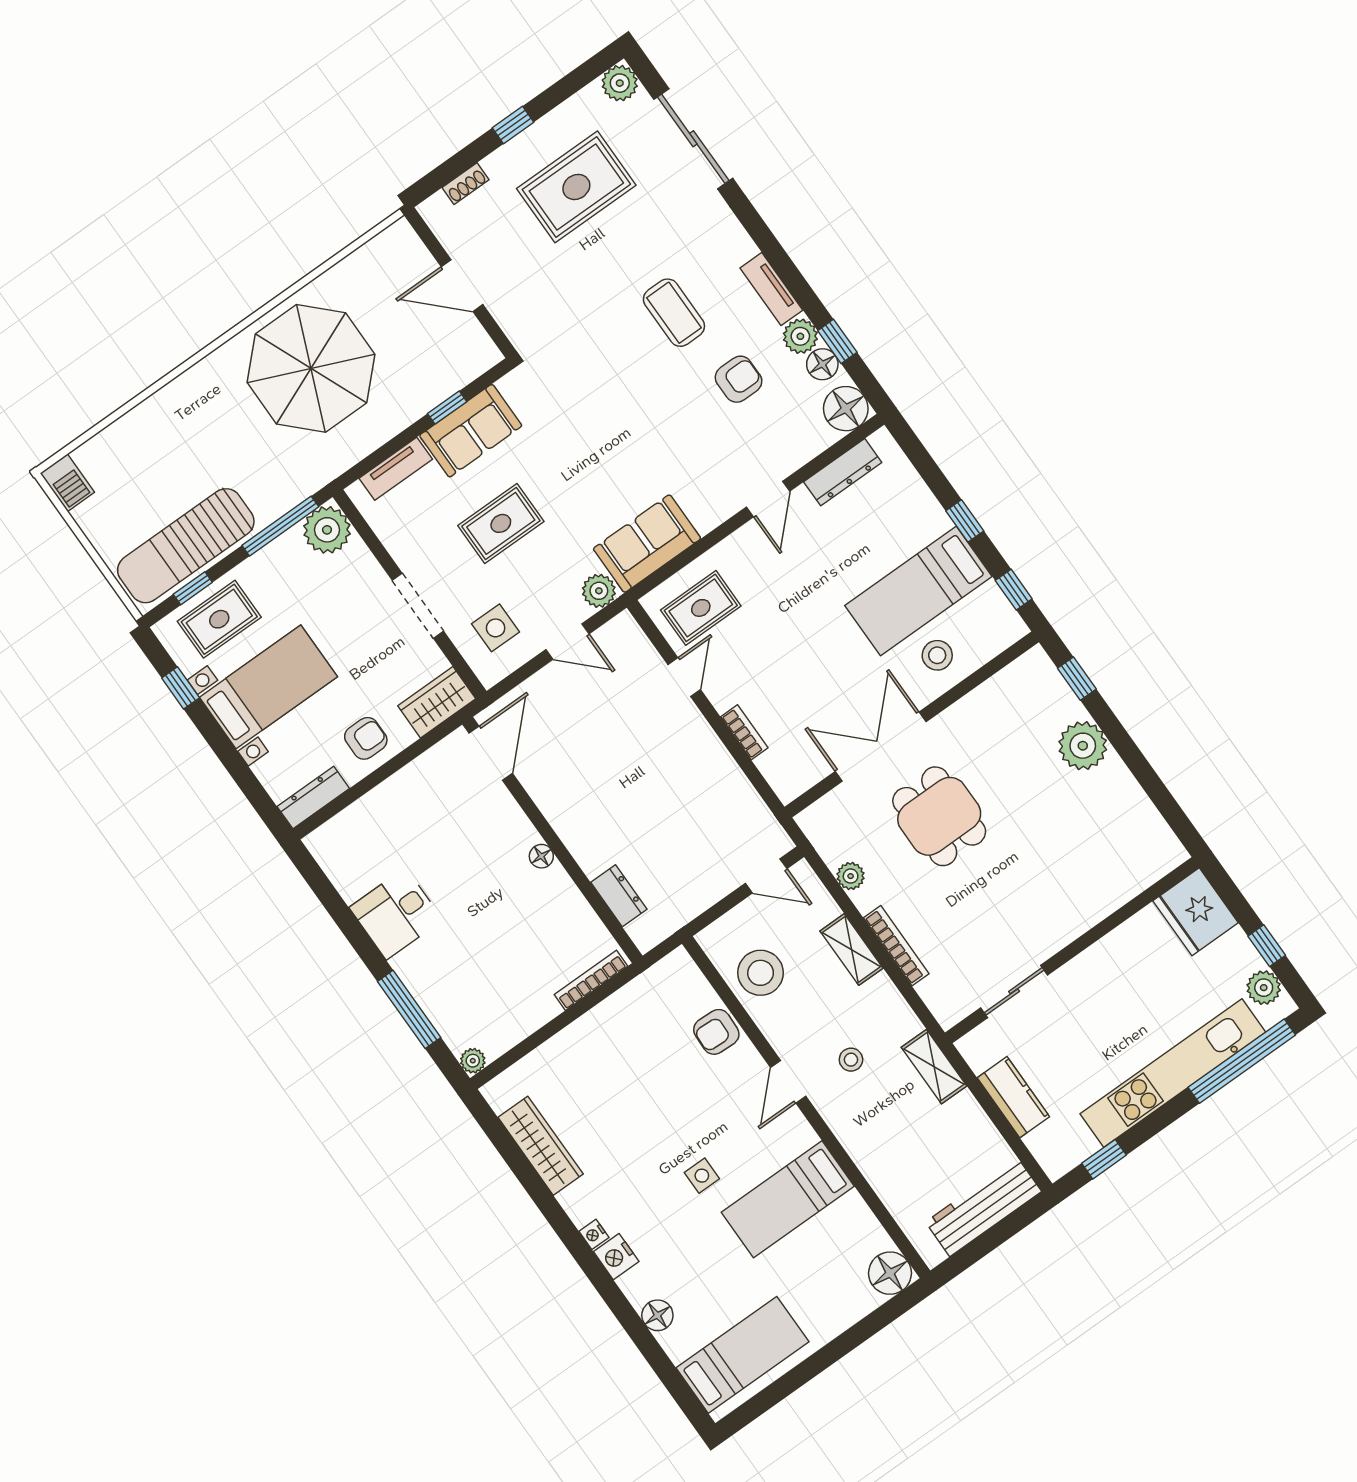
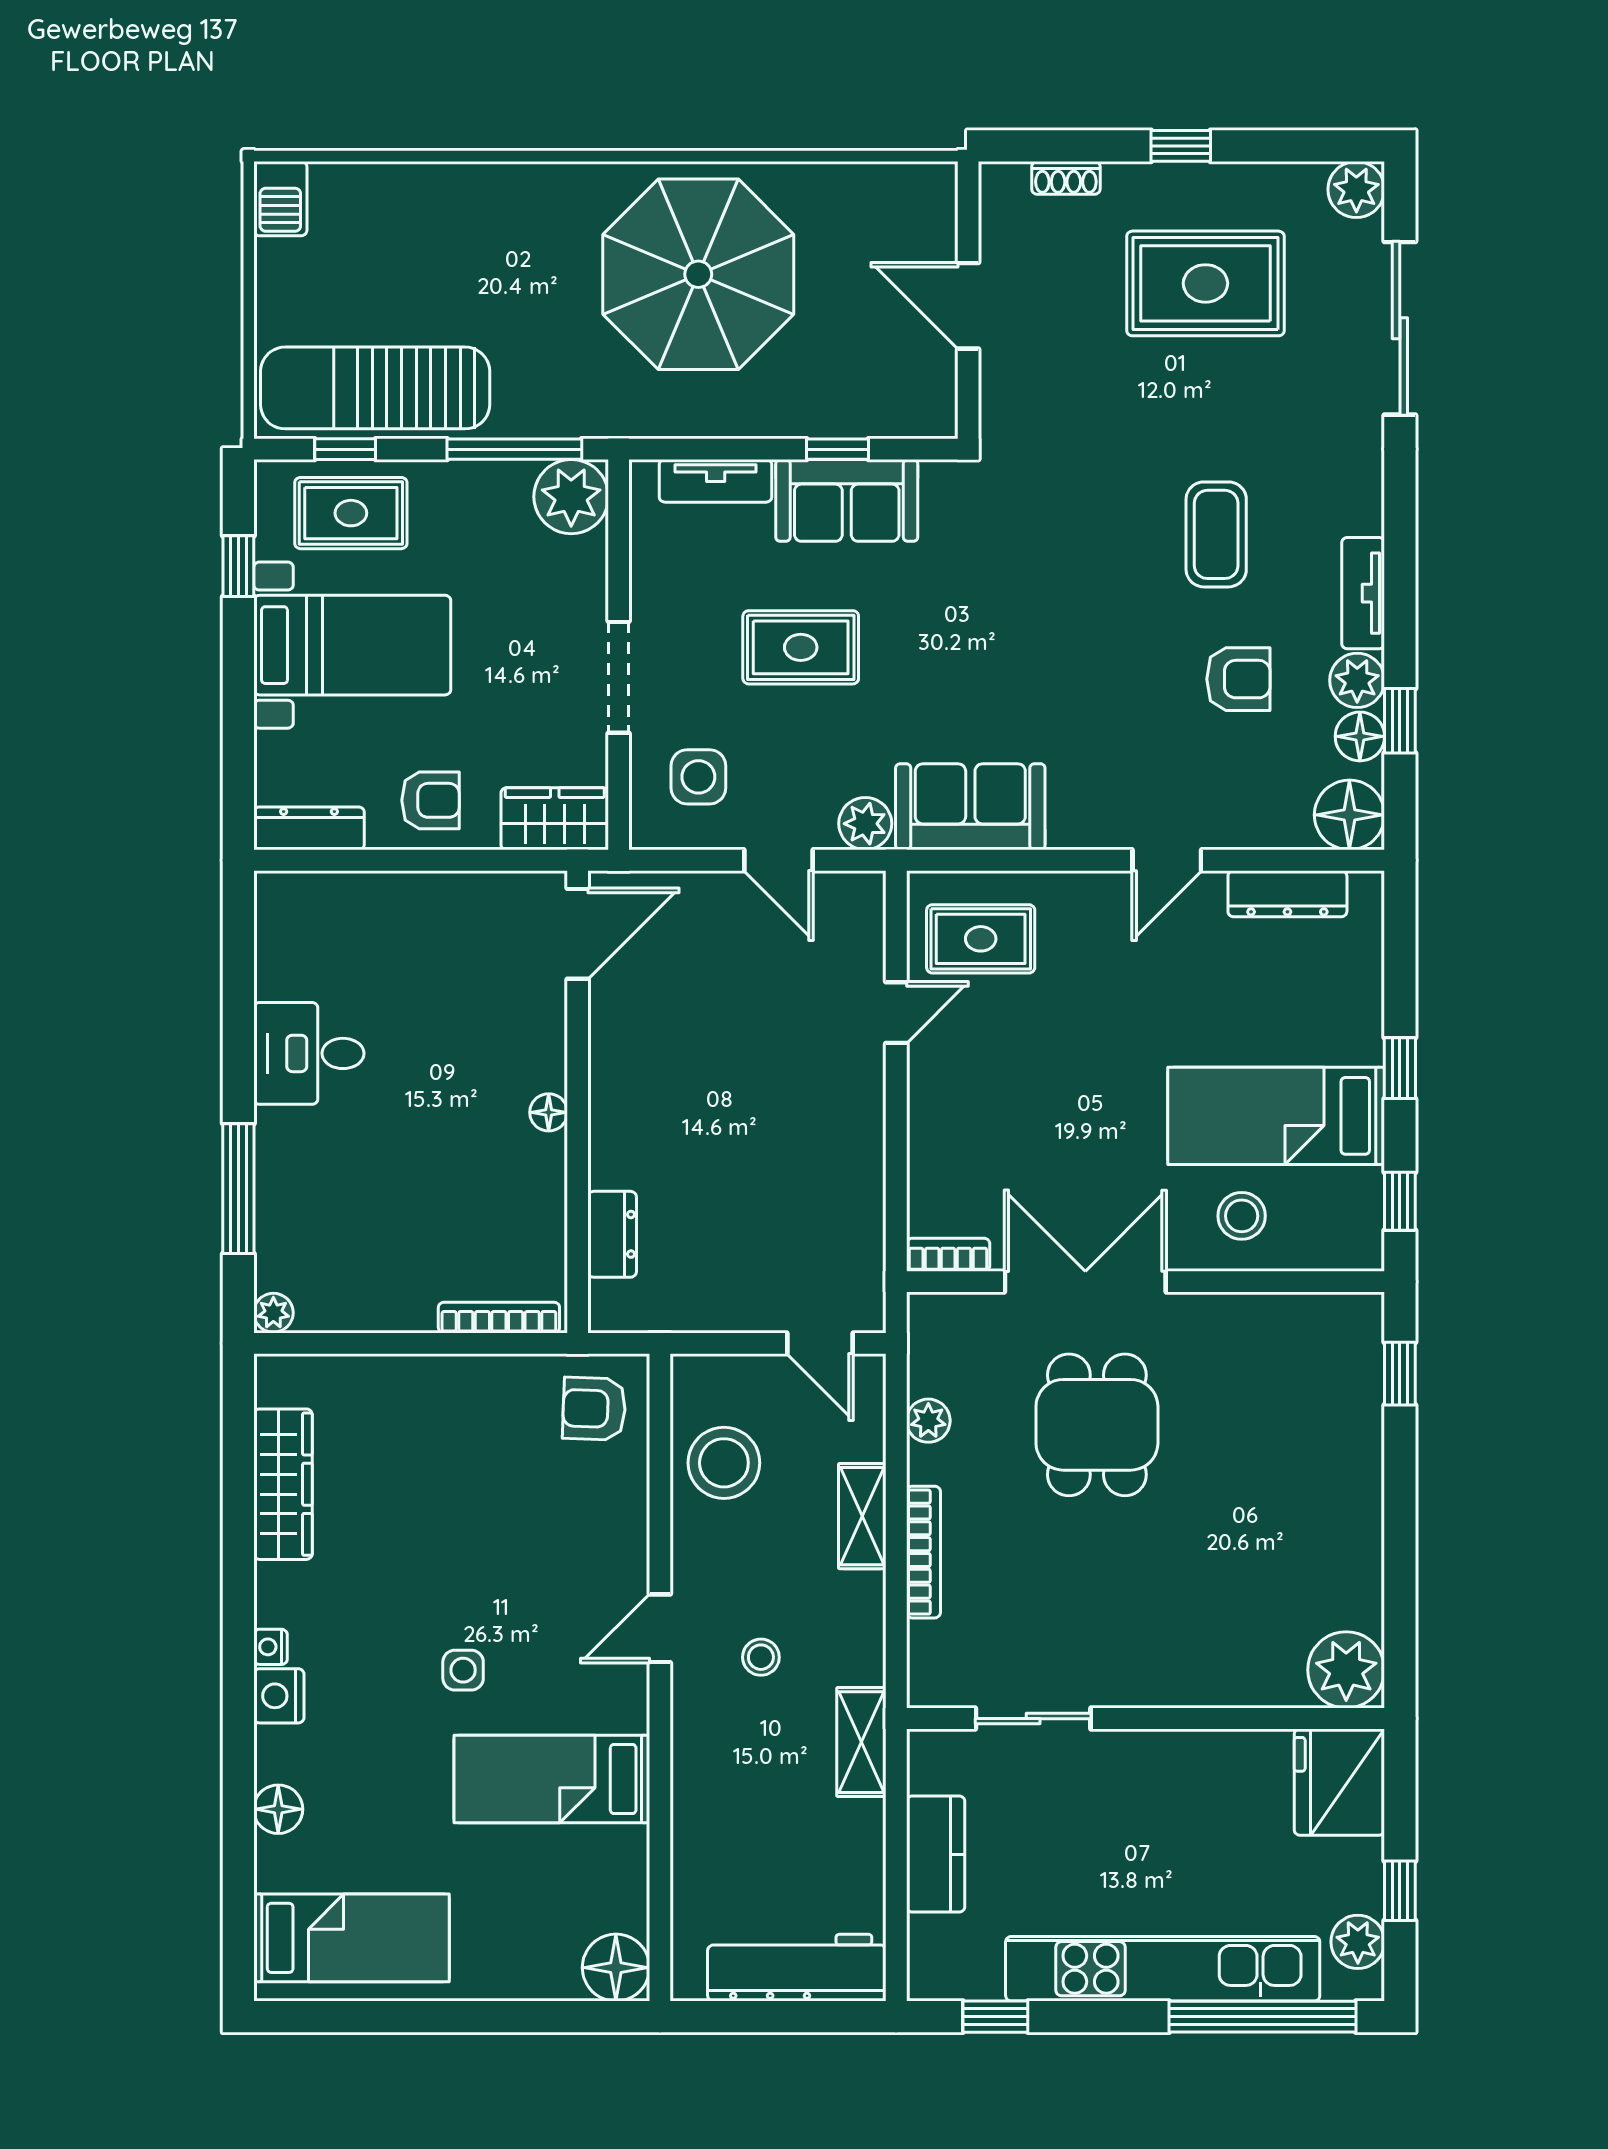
bookcase: (744, 732) -> (948, 1255), moved, turned -90
plant: (1083, 746) -> (1346, 1670), moved
armchair: (716, 1032) -> (594, 1409), moved

